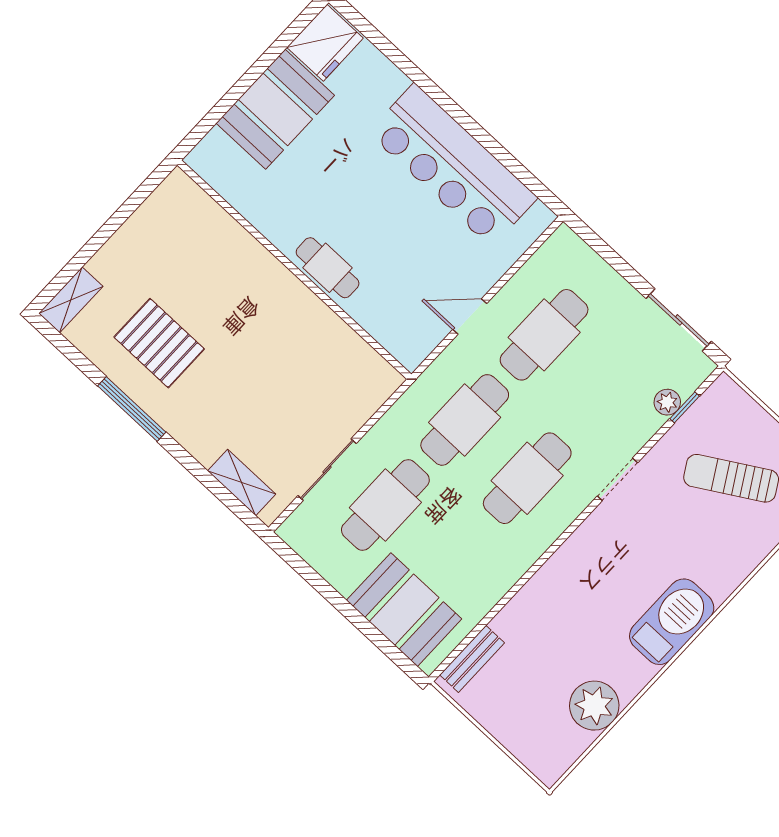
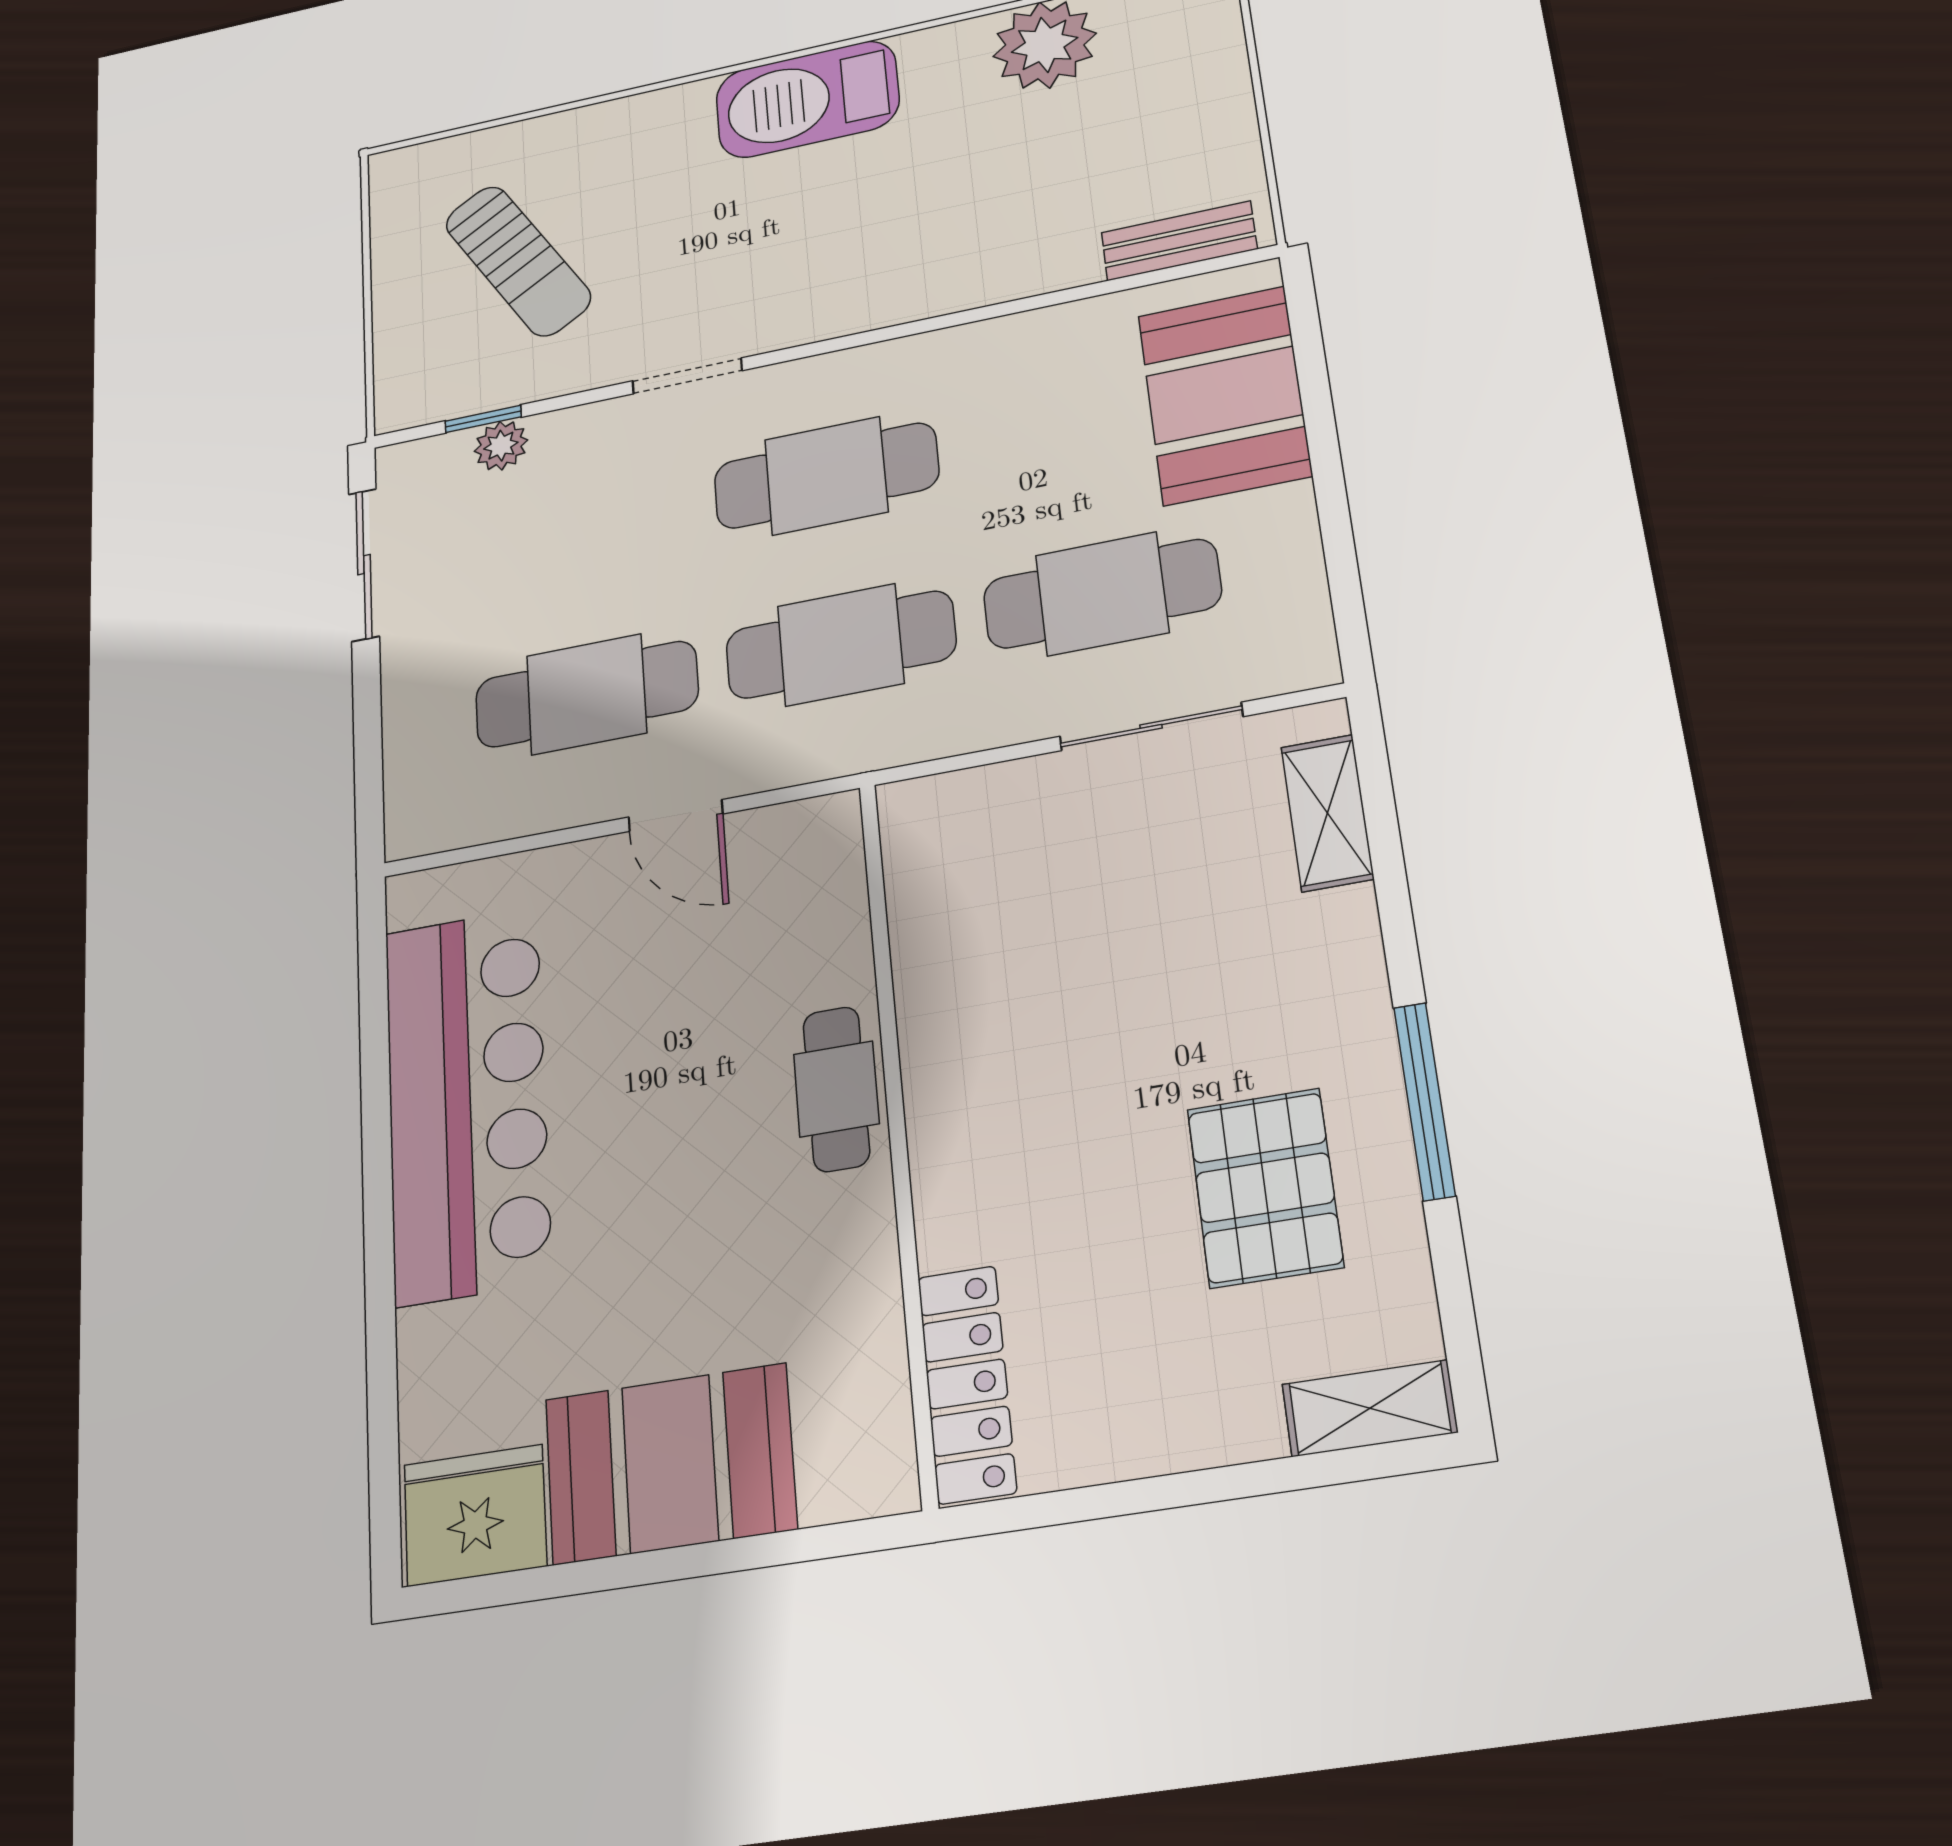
locker: (201, 209) -> (967, 1384), added

